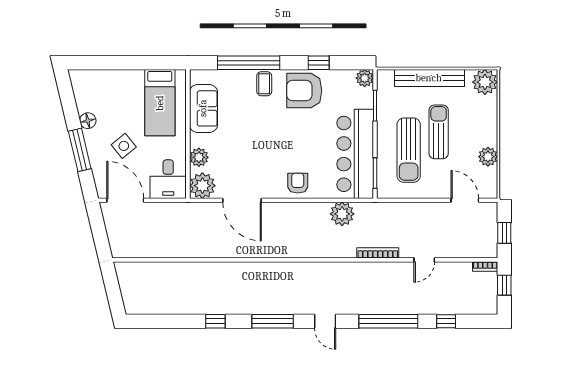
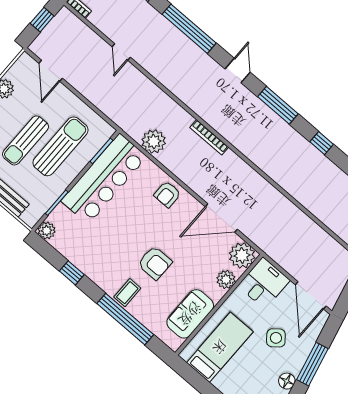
armchair: (304, 91) -> (155, 263), moved, width x0.73, depth x0.73
door: (242, 200) -> (221, 218), swing flipped
bookcase: (378, 253) -> (209, 137), moved
door: (424, 260) -> (121, 52), swing flipped

